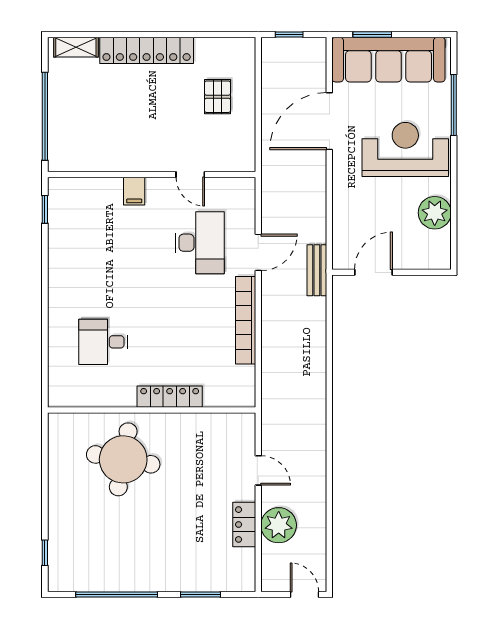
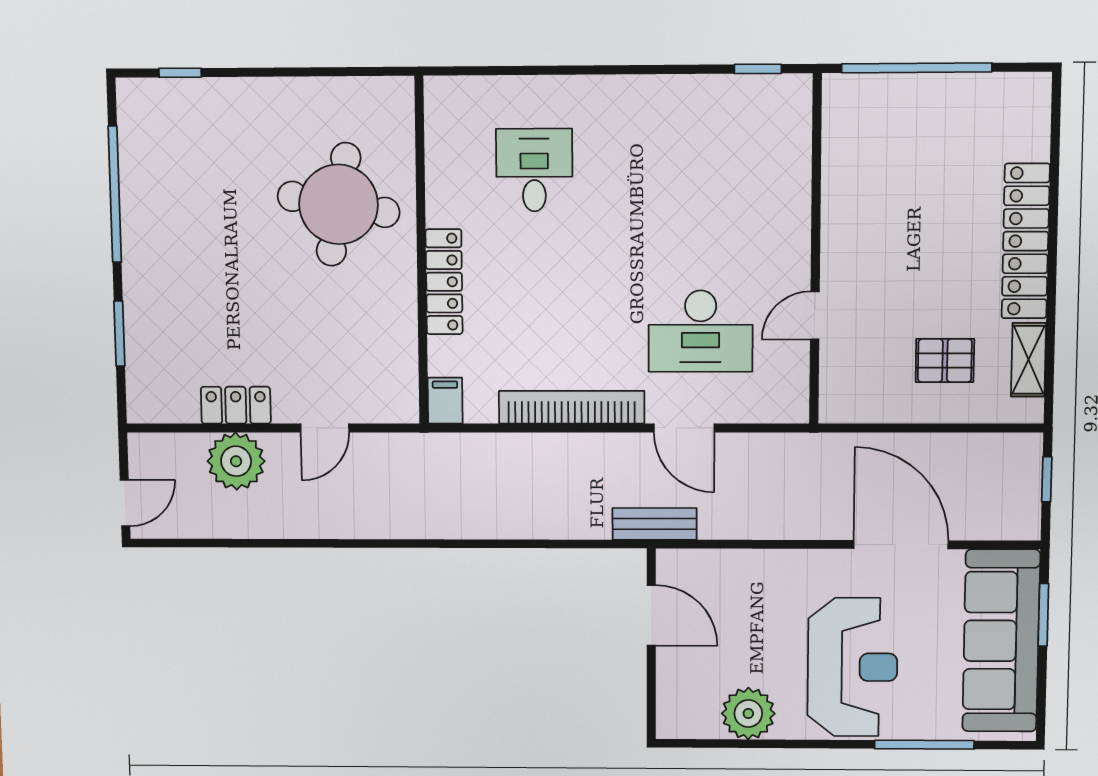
shelving: (76, 47) -> (1028, 360), moved
filing cabinet: (134, 191) -> (445, 401), moved, turned 90

